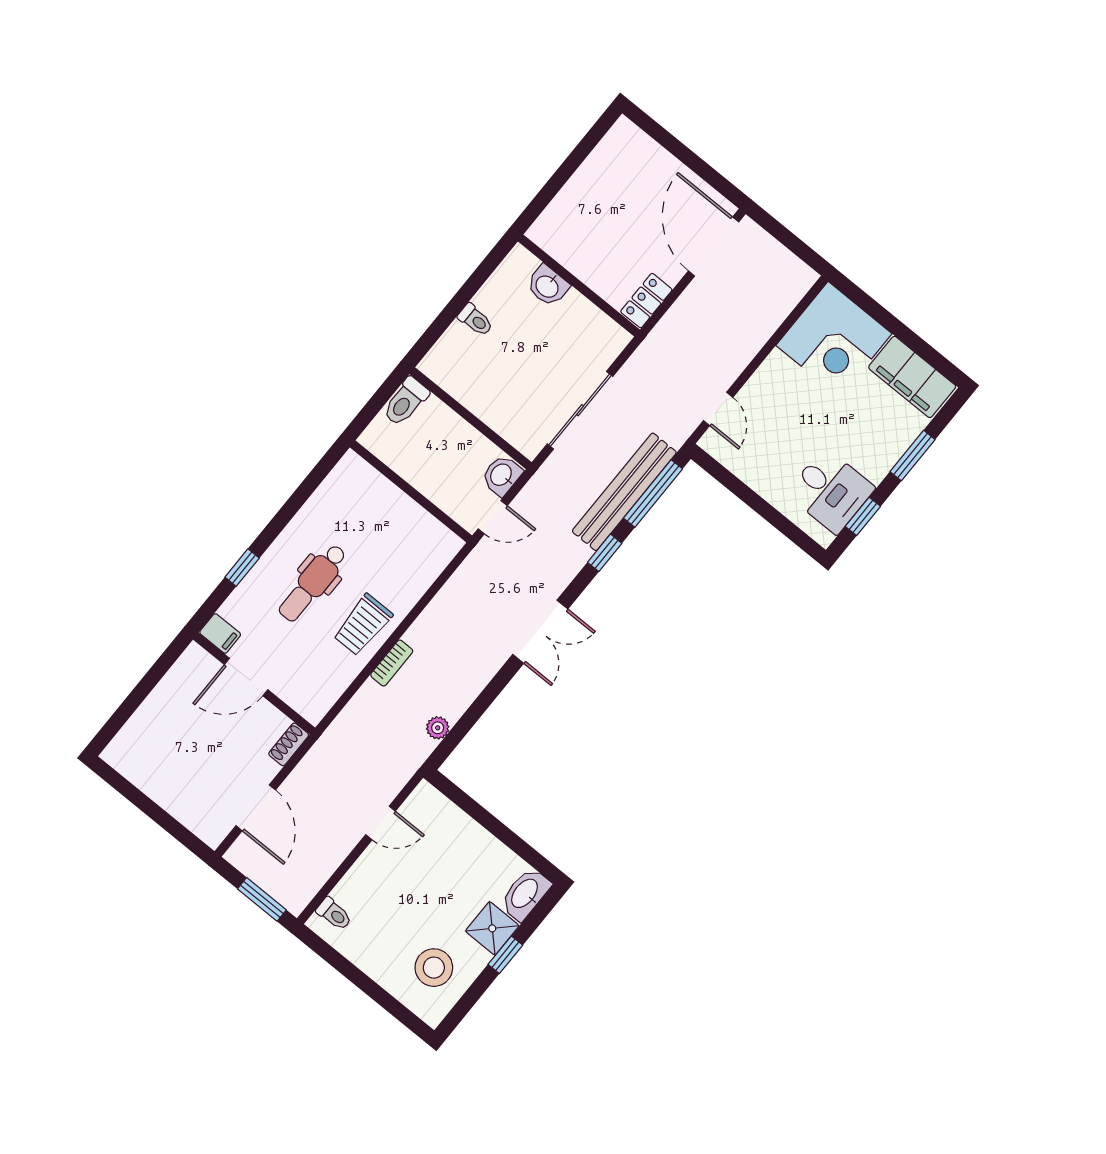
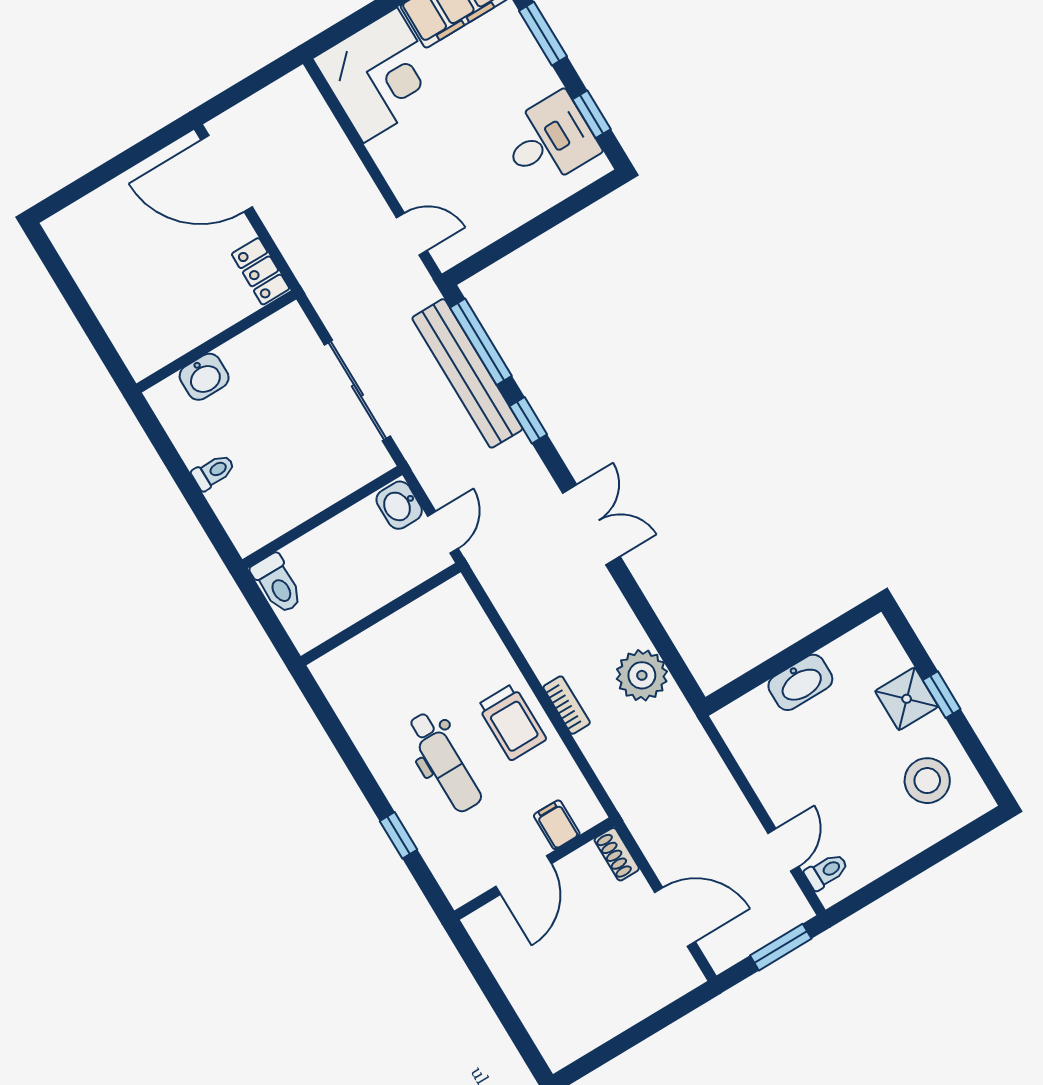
filing cabinet: (220, 633) -> (557, 825), moved, turned -90
plant: (438, 728) -> (642, 675), width x1.87, depth x1.87
door: (381, 823) -> (783, 850), moved
washbasin: (525, 894) -> (800, 682), moved, turned -90

